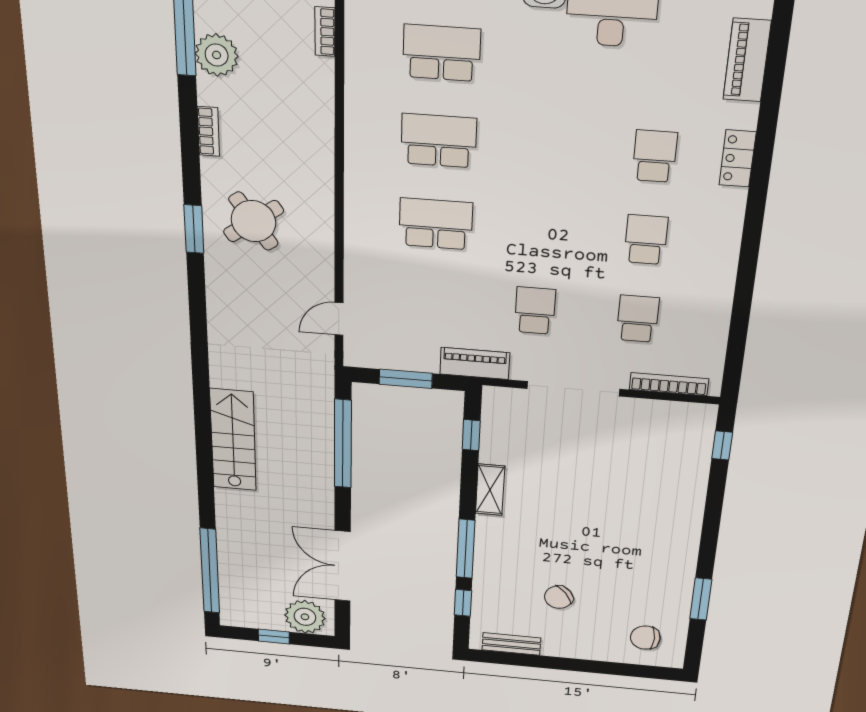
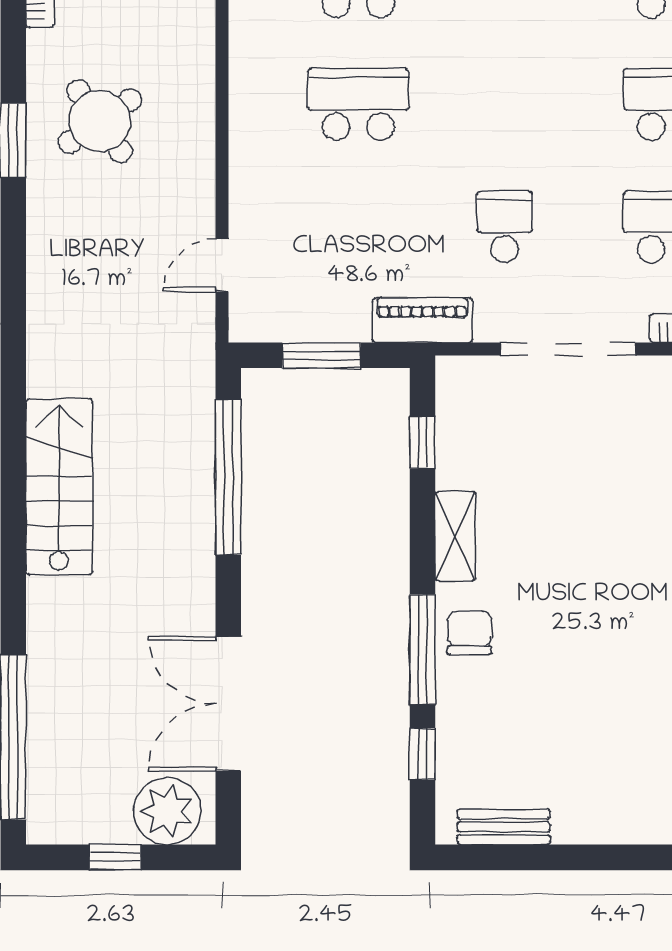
chair: (559, 597) -> (469, 633), moved, turned 129

